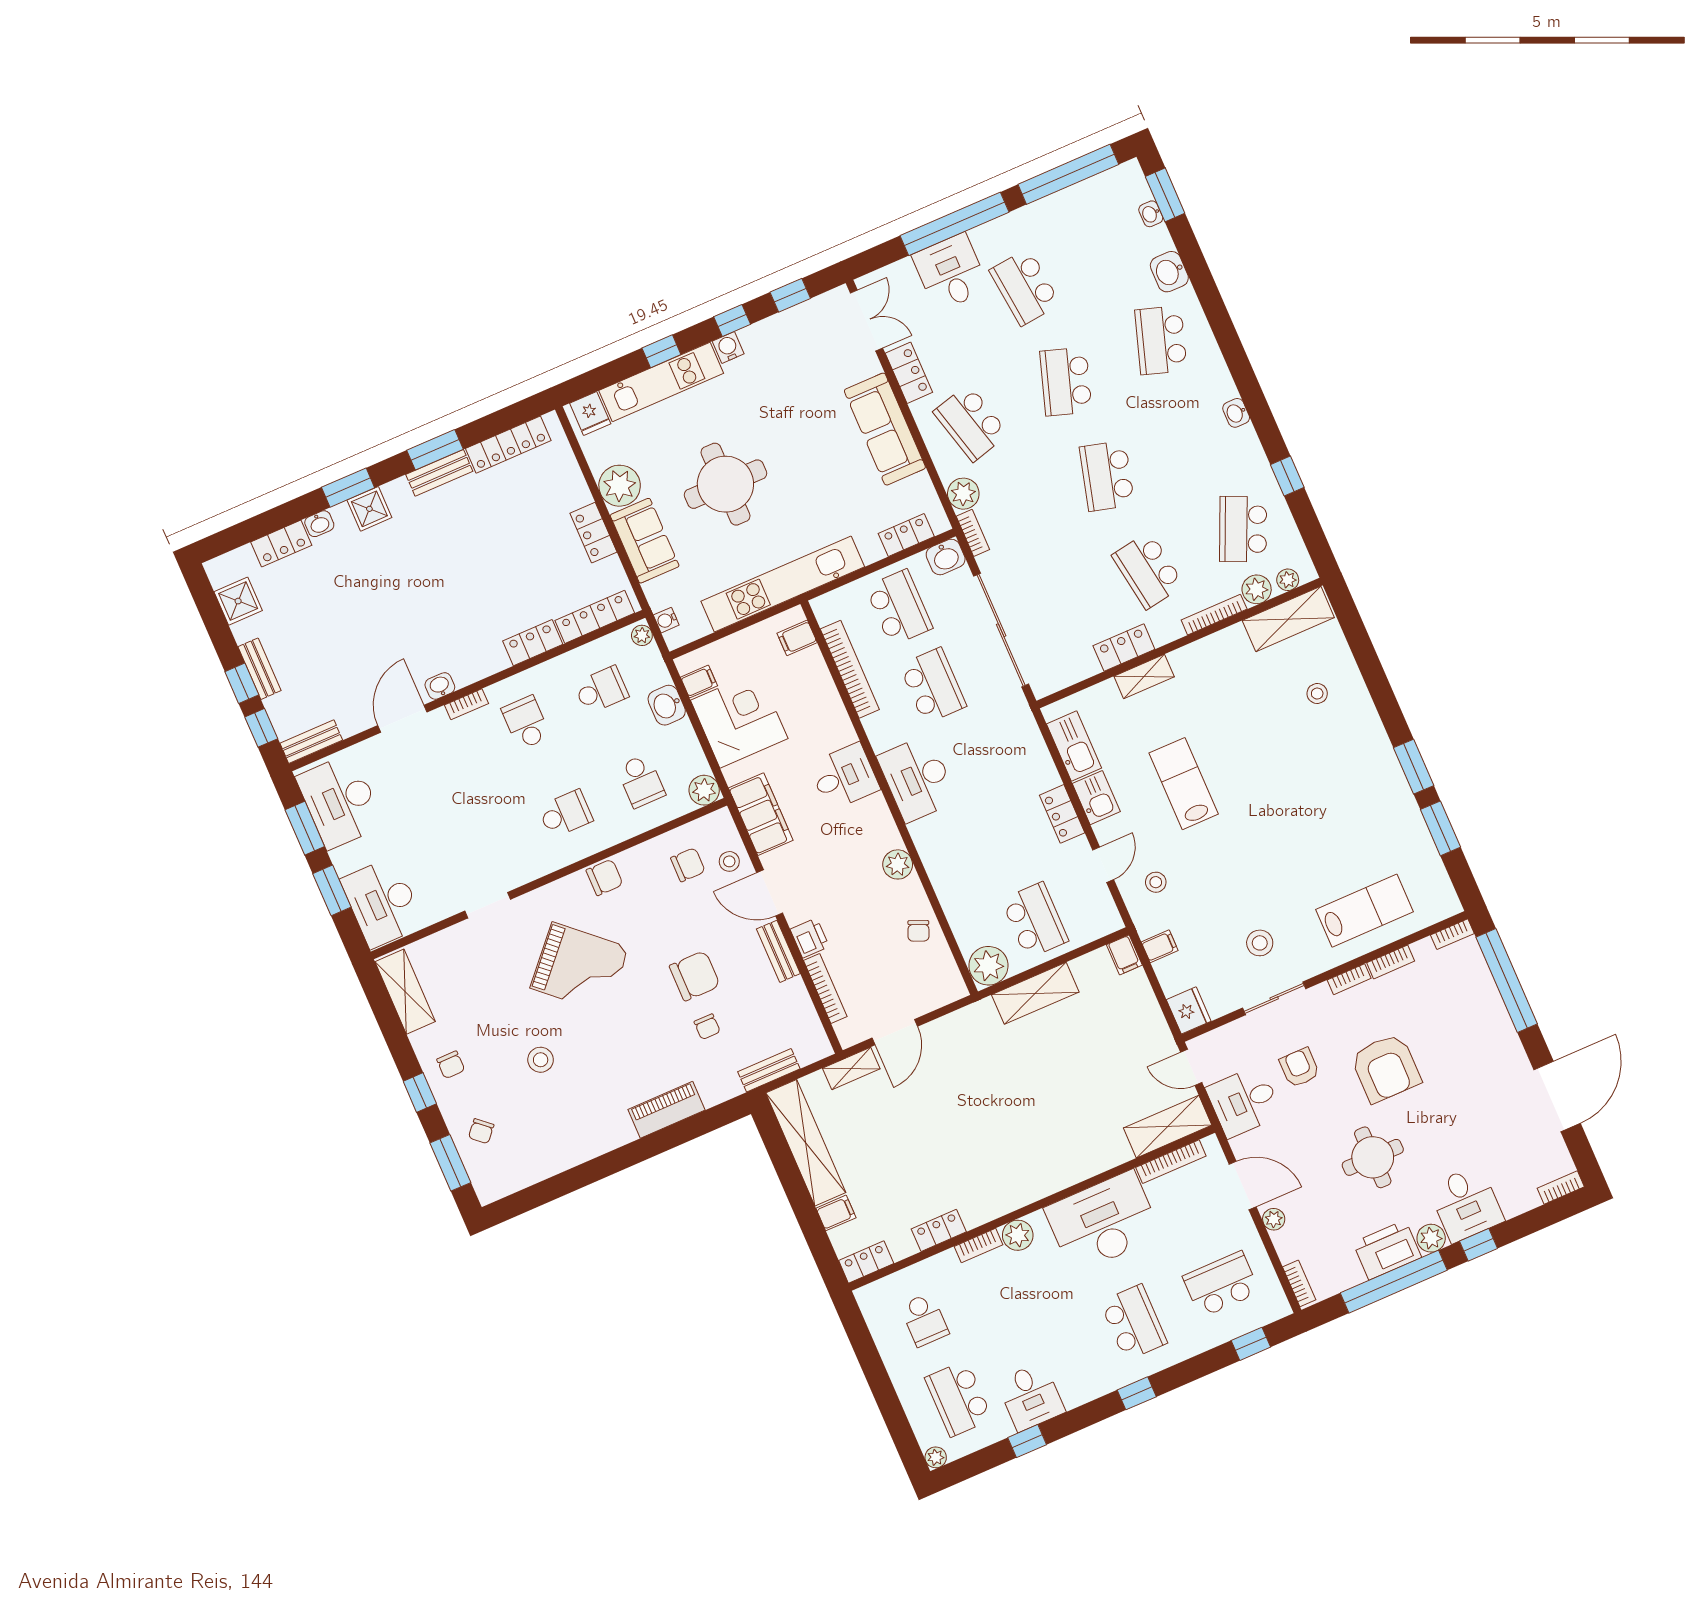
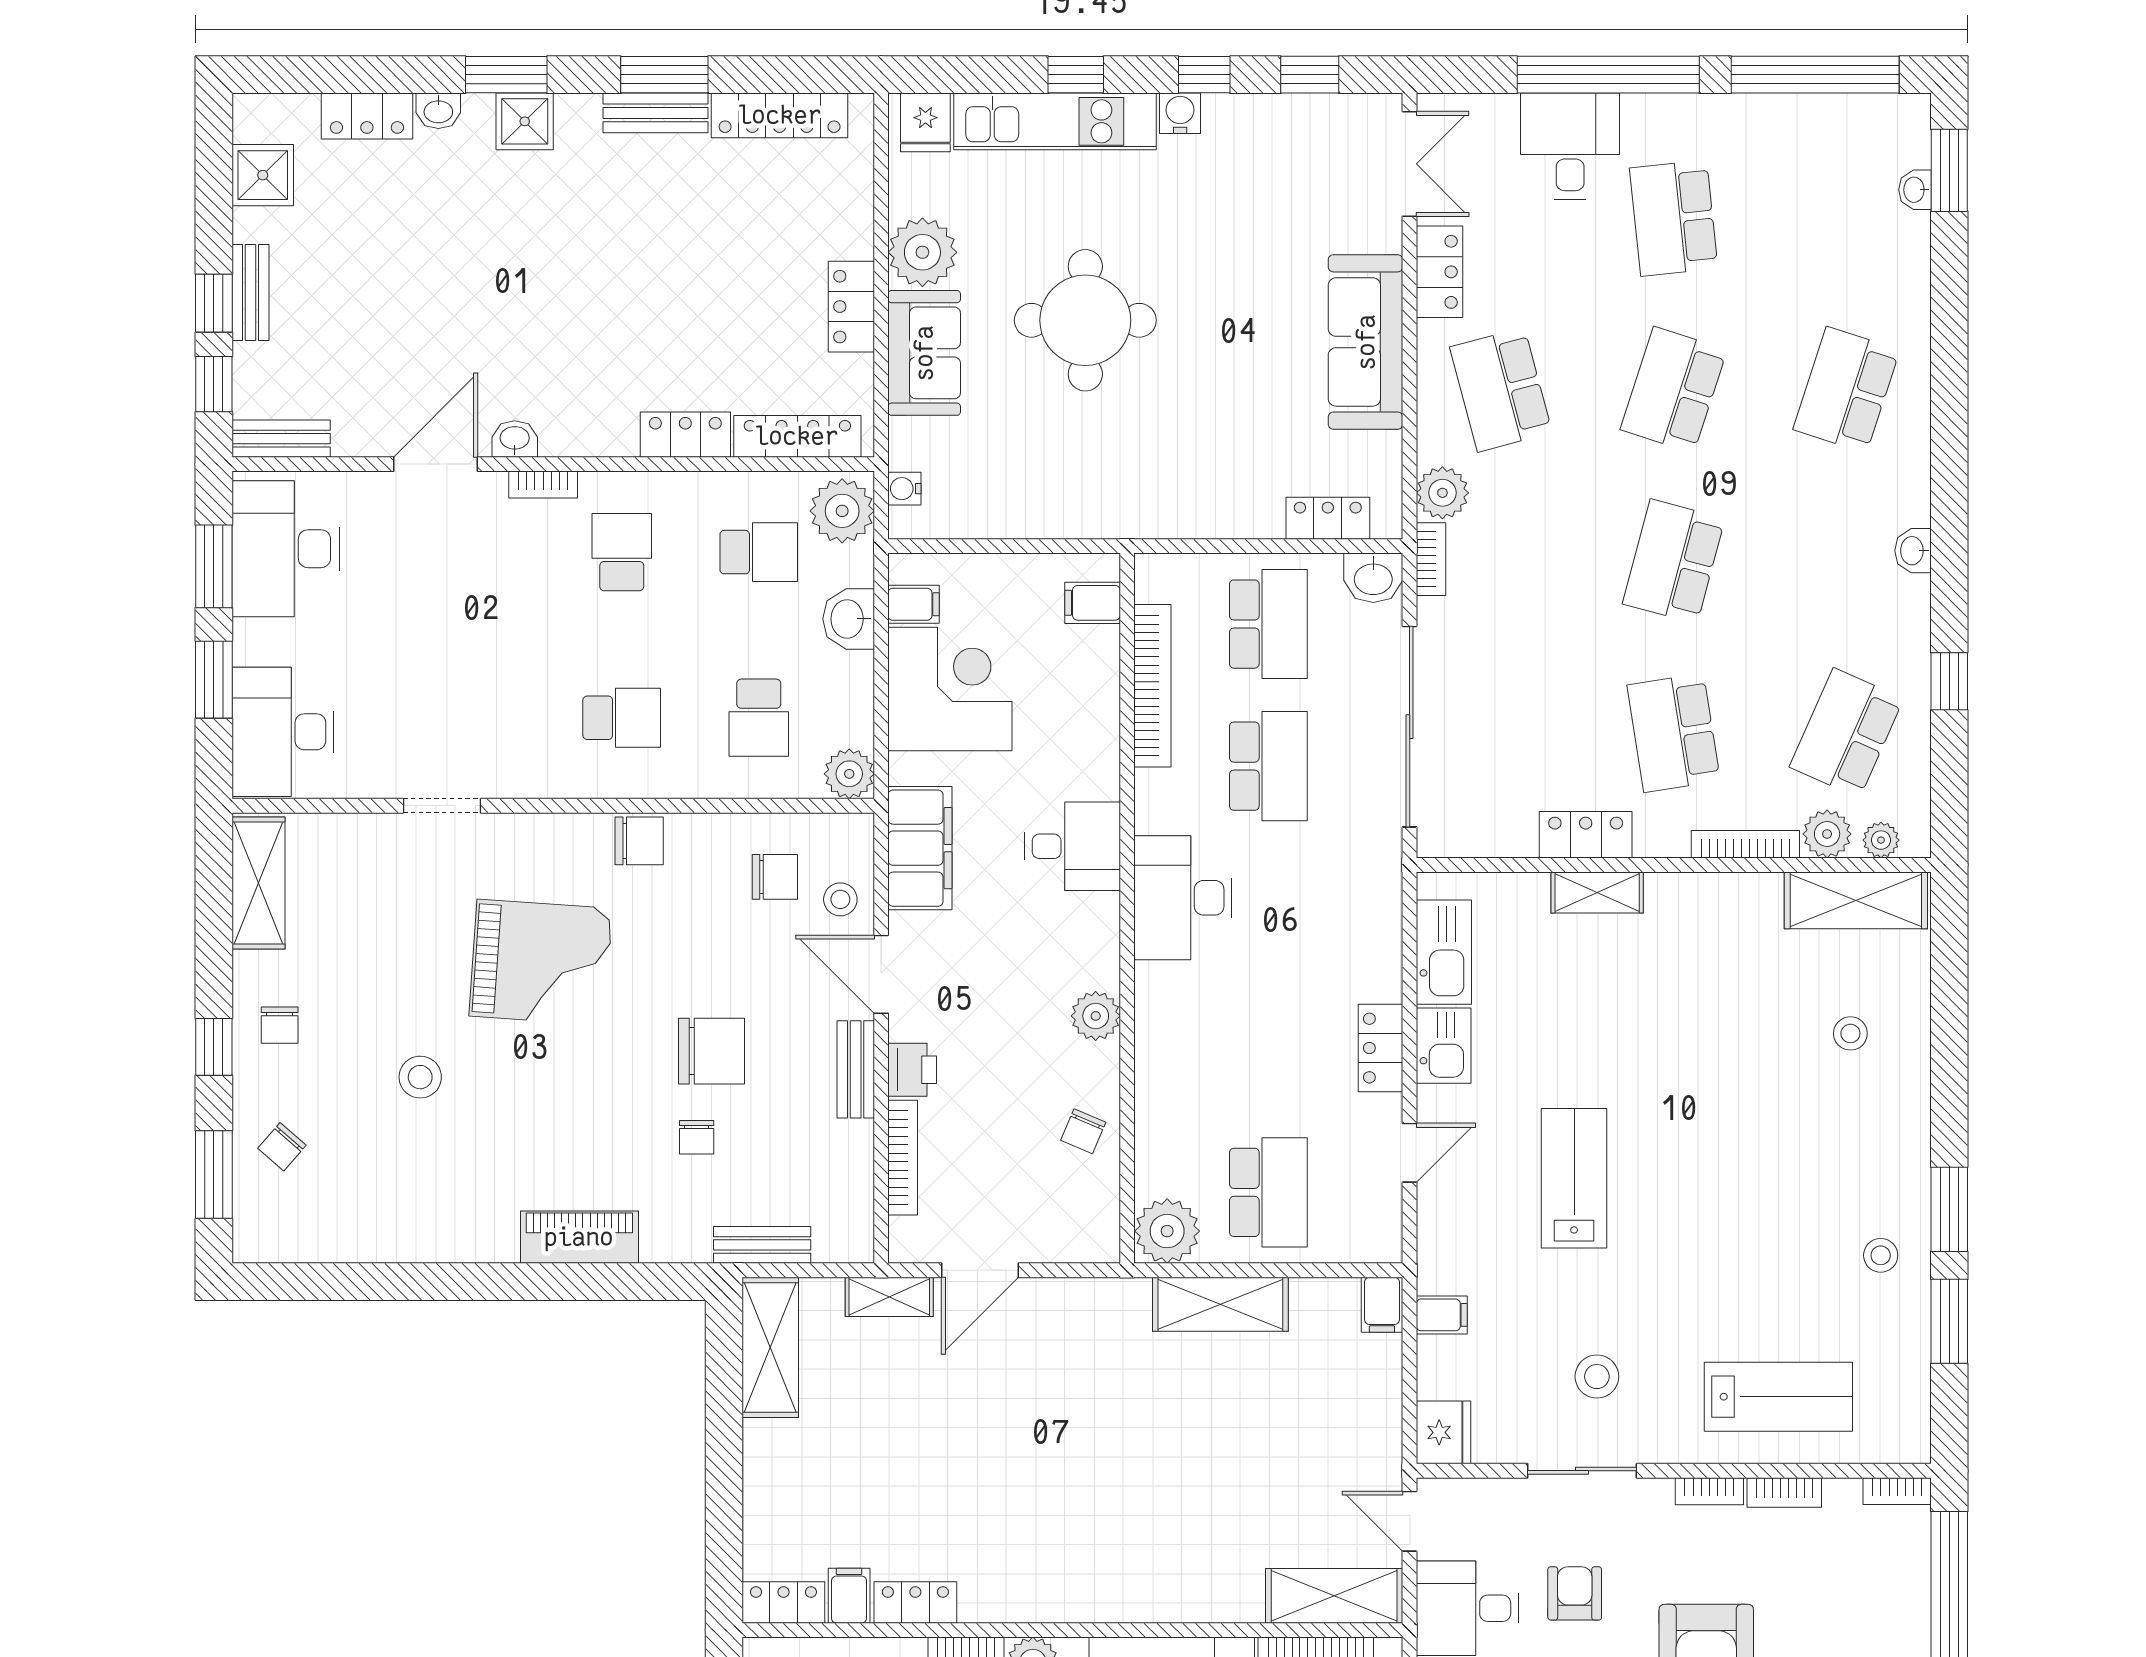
washbasin: (1169, 272) -> (1905, 290), removed
kitchen unit: (783, 584) -> (1106, 511), removed
plant: (642, 635) -> (842, 511), width x1.87, depth x1.87
lab bench: (1184, 784) -> (1574, 1178), moved
stool: (1156, 882) -> (1881, 1255), moved
grand piano: (579, 968) -> (541, 962), turned -38
shelving: (806, 1143) -> (770, 1347), width x0.68
filing cabinet: (836, 1213) -> (849, 1596), moved, turned -90

